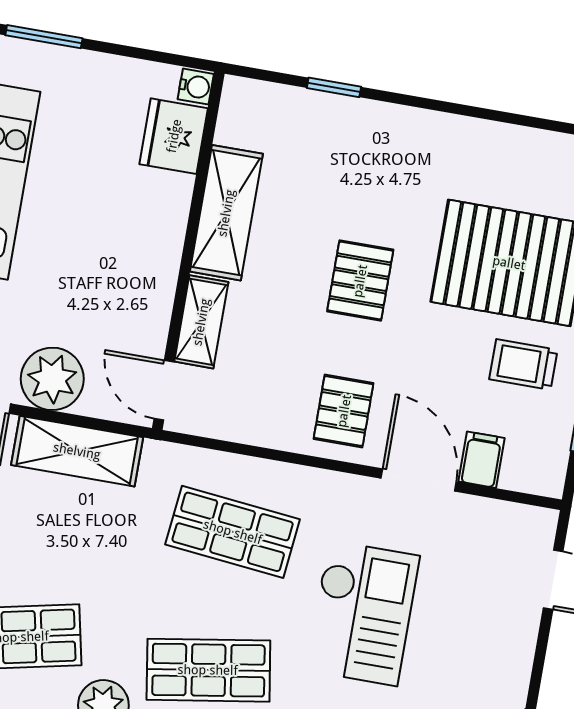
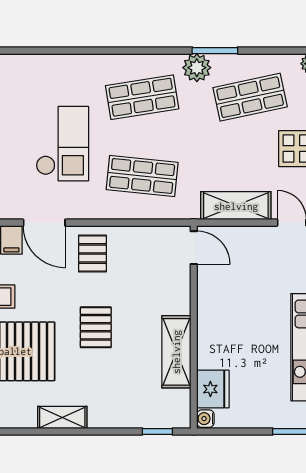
window: (334, 87) -> (157, 431), moved
shelving: (201, 322) -> (62, 417), moved, turned 90
plant: (52, 379) -> (257, 243), removed
checkout: (363, 613) -> (62, 144), turned 180

